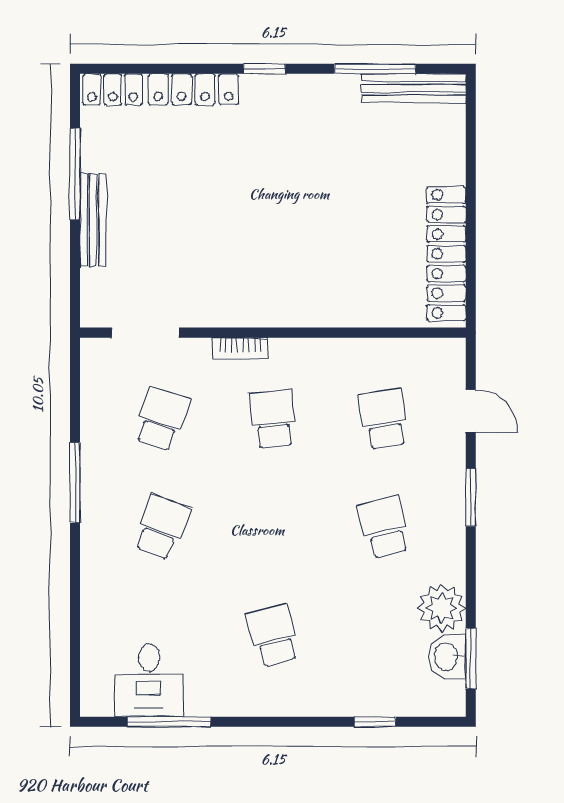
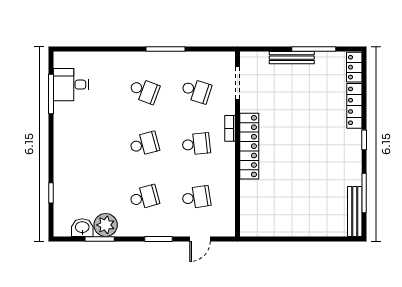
locker: (446, 254) -> (249, 146), moved, turned 90
school desk: (273, 635) -> (144, 144), moved
window: (471, 658) -> (100, 239), moved

